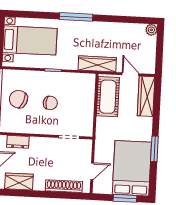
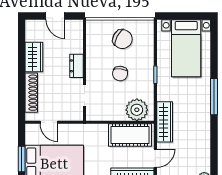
plant: (85, 89) -> (137, 110), added
chair: (18, 99) -> (122, 39), turned 96
dresser: (18, 142) -> (77, 66), moved
wardrobe: (19, 182) -> (34, 57), moved

